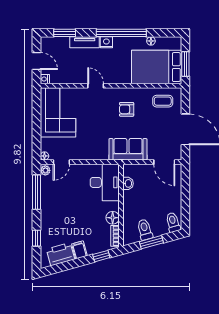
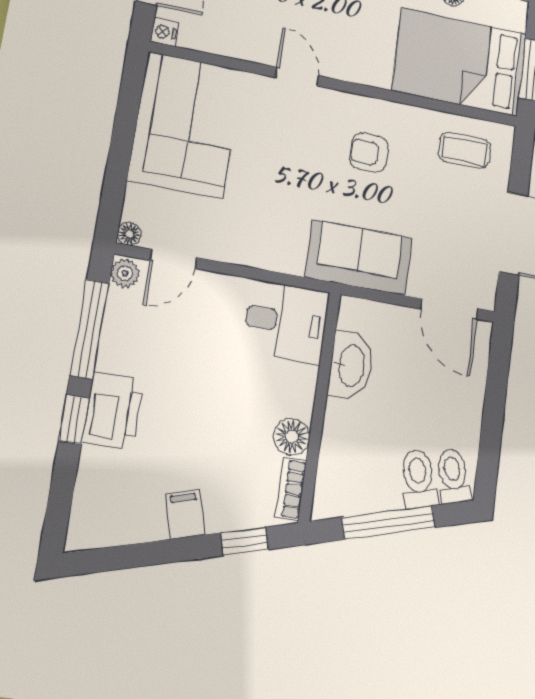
desk: (105, 182) -> (286, 322), width x0.73
washbasin: (128, 183) -> (350, 366), width x1.91, depth x1.45
toilet: (145, 230) -> (419, 479), moved
window: (36, 238) -> (74, 419), moved
window: (151, 242) -> (388, 522), width x1.44
printer: (60, 254) -> (113, 411), moved, turned 106

